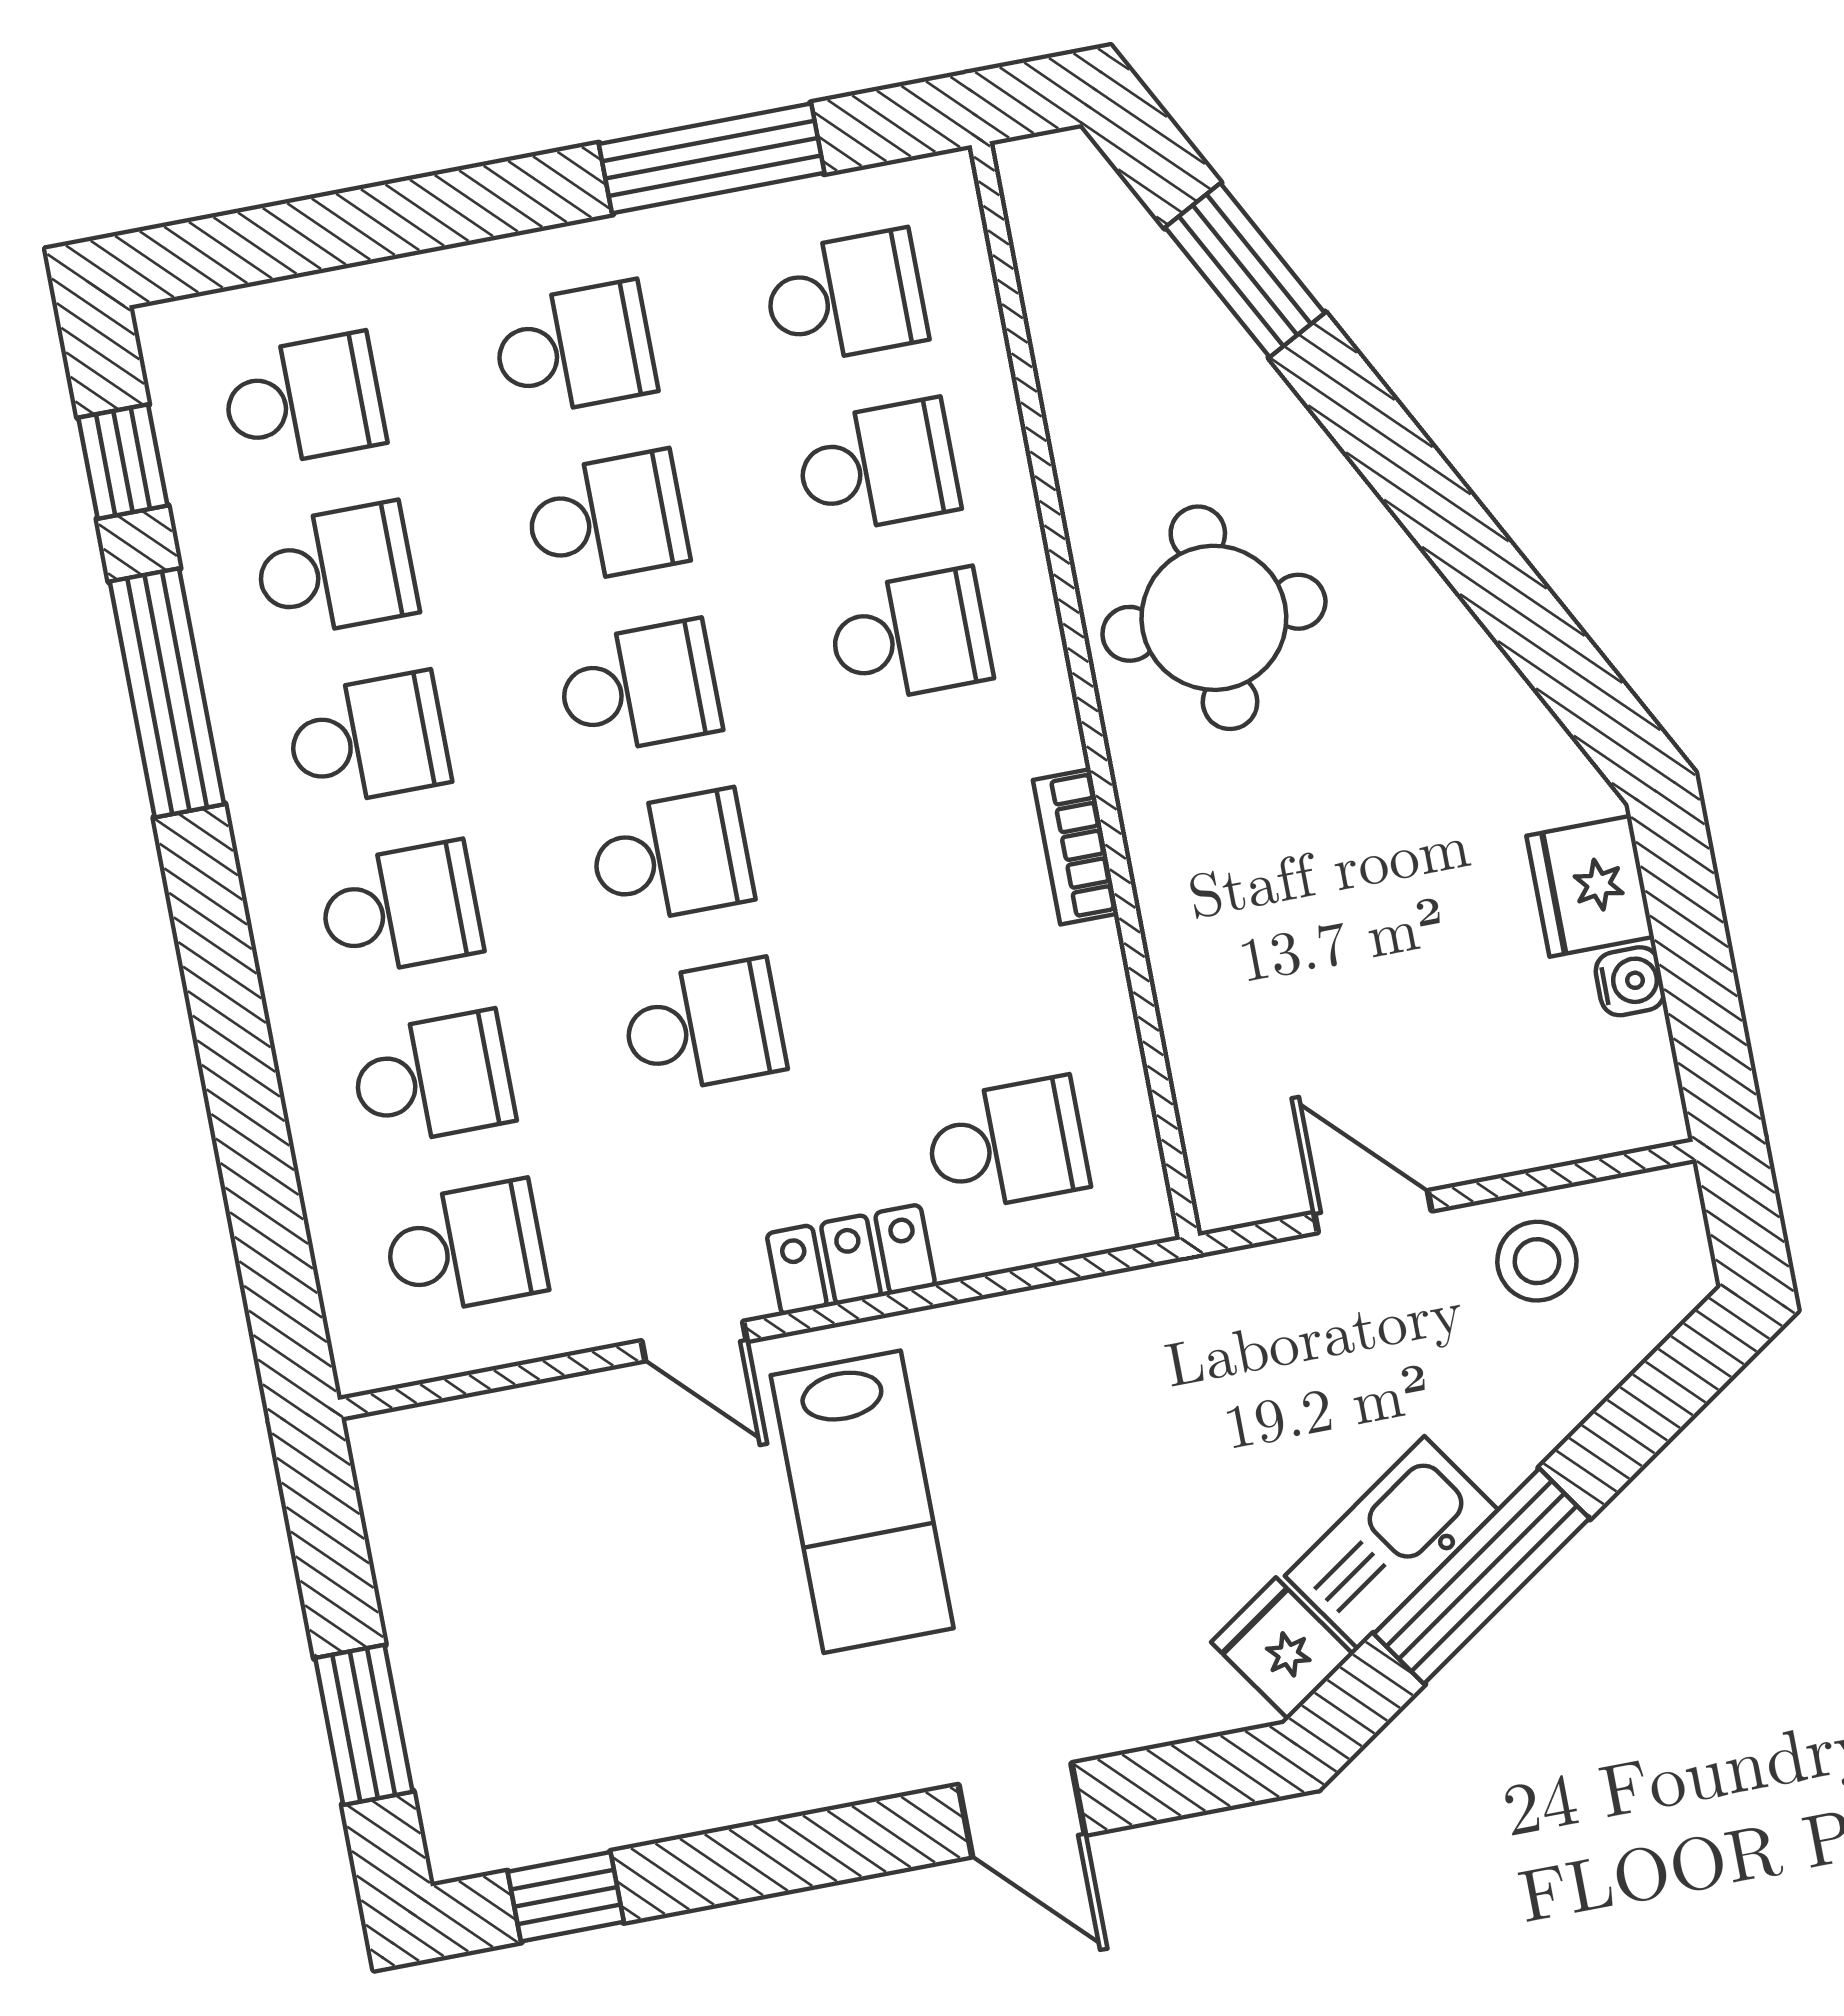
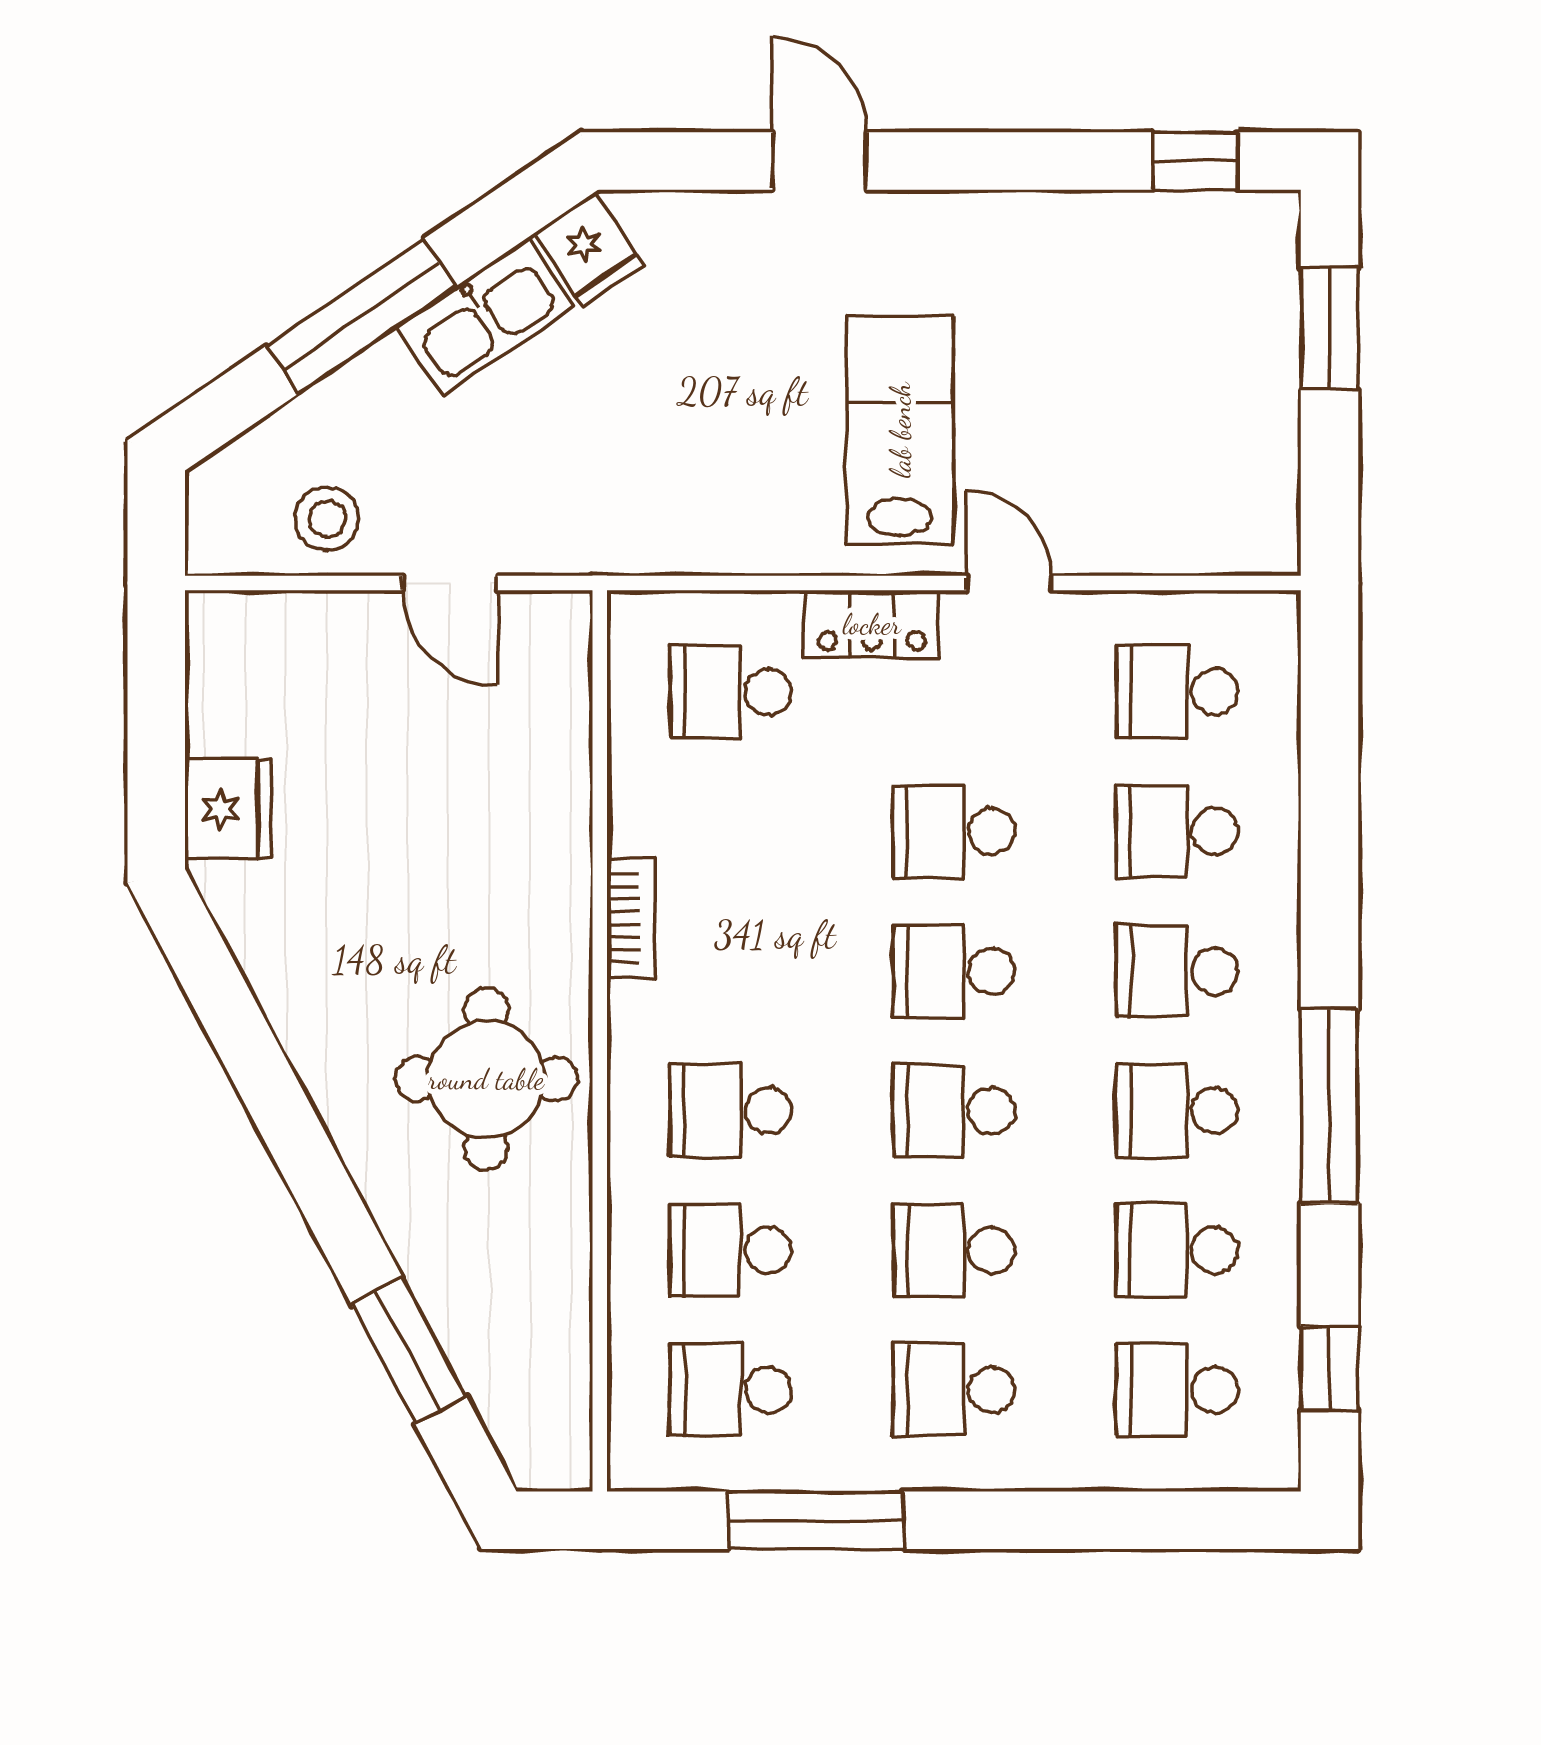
window: (167, 693) -> (1329, 1106), moved
water cooler: (1630, 981) -> (211, 727), removed
window: (1482, 1576) -> (361, 316), moved

